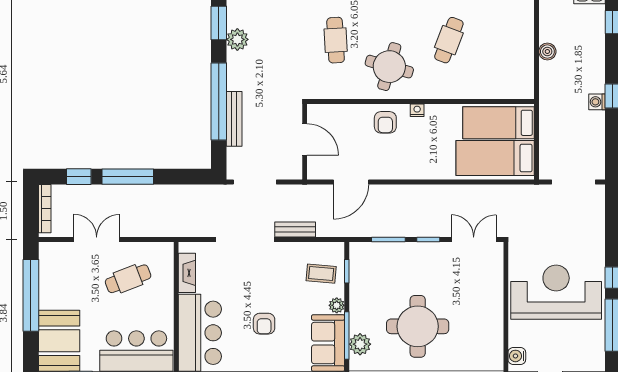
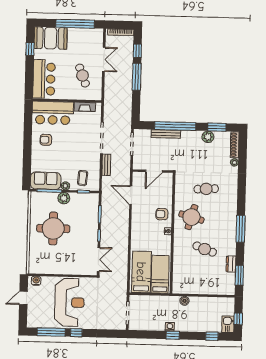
boiler: (547, 52) -> (185, 301), moved
armchair: (264, 324) -> (46, 140), moved
plant: (360, 344) -> (64, 198), moved

